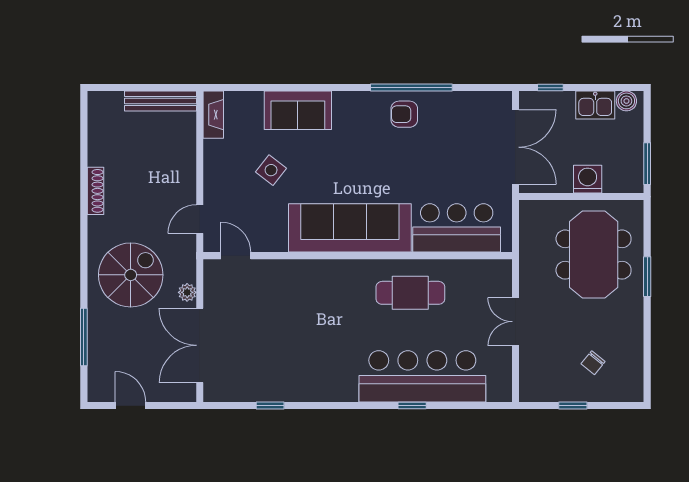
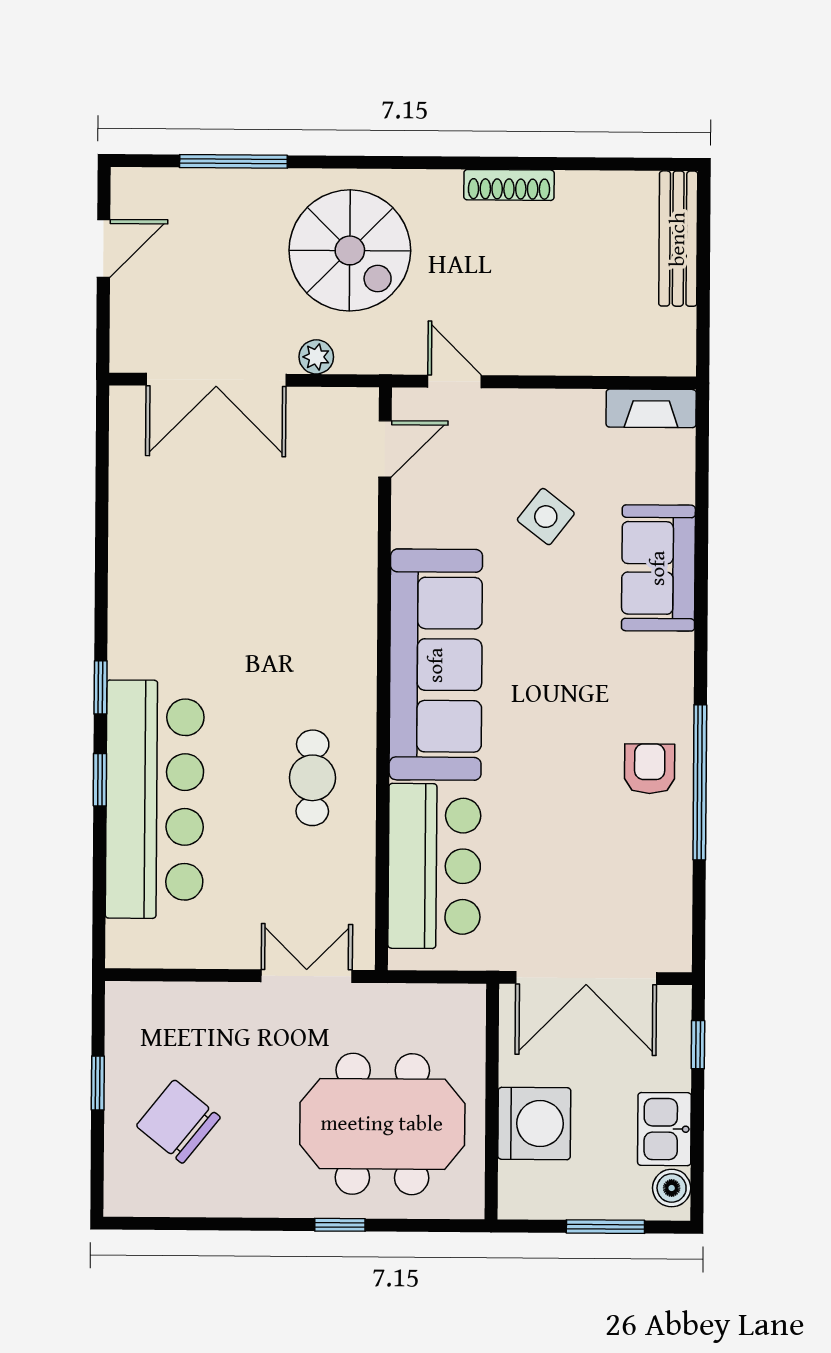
bench: (160, 101) -> (678, 239), moved
window: (647, 164) -> (605, 1227), moved
washing machine: (588, 179) -> (534, 1123), width x1.37, depth x1.37
window: (647, 277) -> (340, 1225), width x0.67
cafe table: (410, 293) -> (312, 778), width x0.73, depth x0.74
double door: (515, 322) -> (307, 976), moved
double door: (200, 345) -> (216, 380), swing flipped
chair: (593, 363) -> (178, 1122), width x1.87, depth x1.87
window: (270, 406) -> (101, 687), moved

